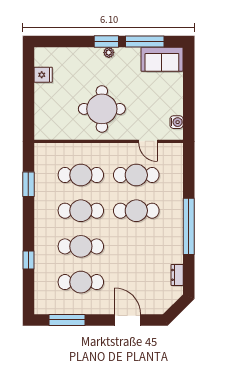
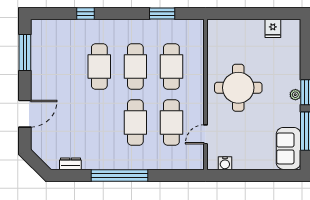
cafe table: (81, 282) -> (63, 66), removed

